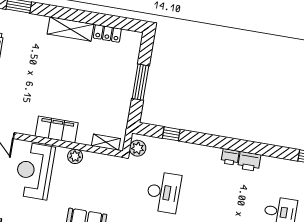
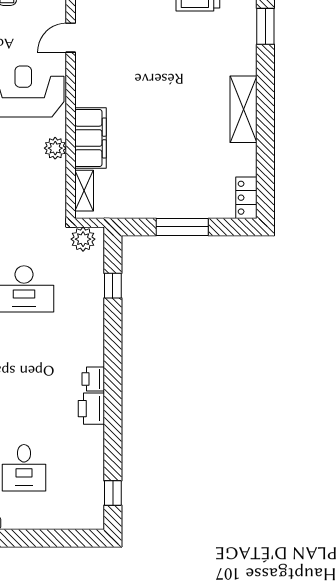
locker: (107, 33) -> (246, 198), moved
filing cabinet: (57, 129) -> (91, 138), moved

